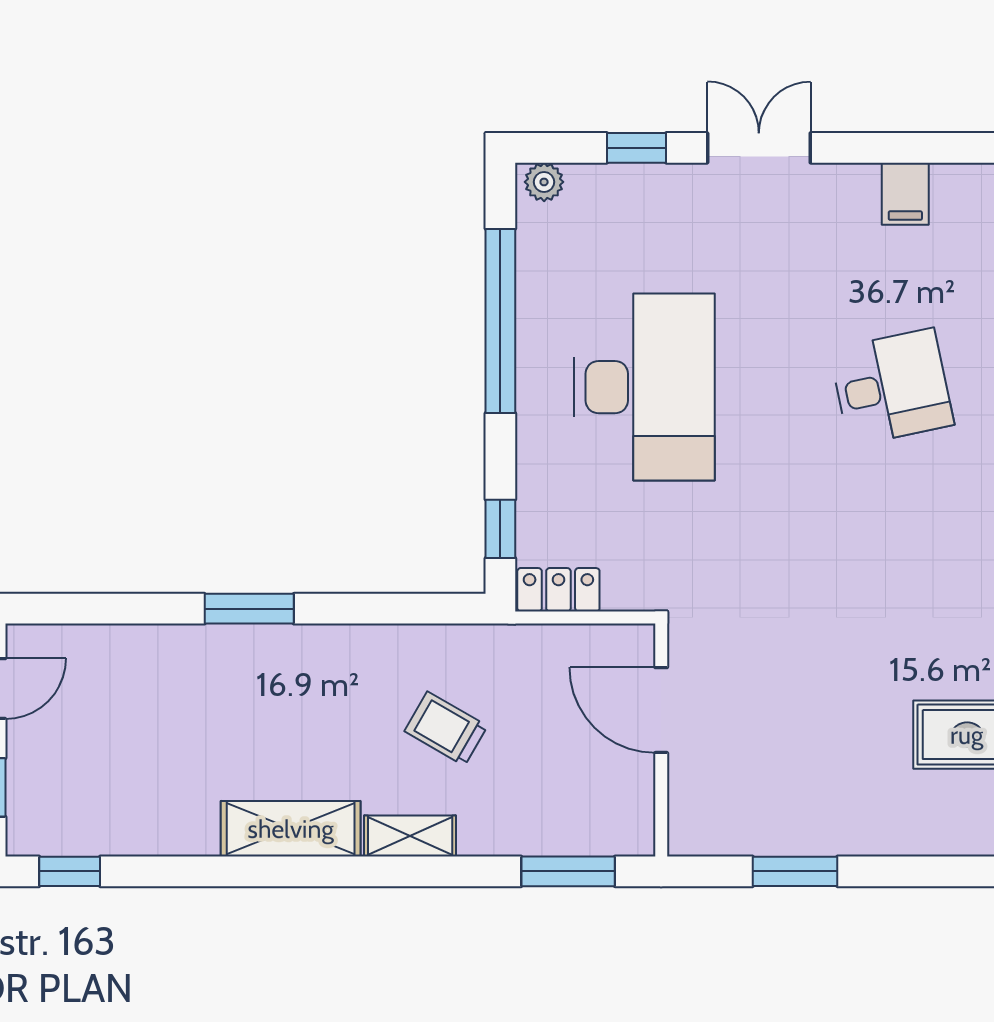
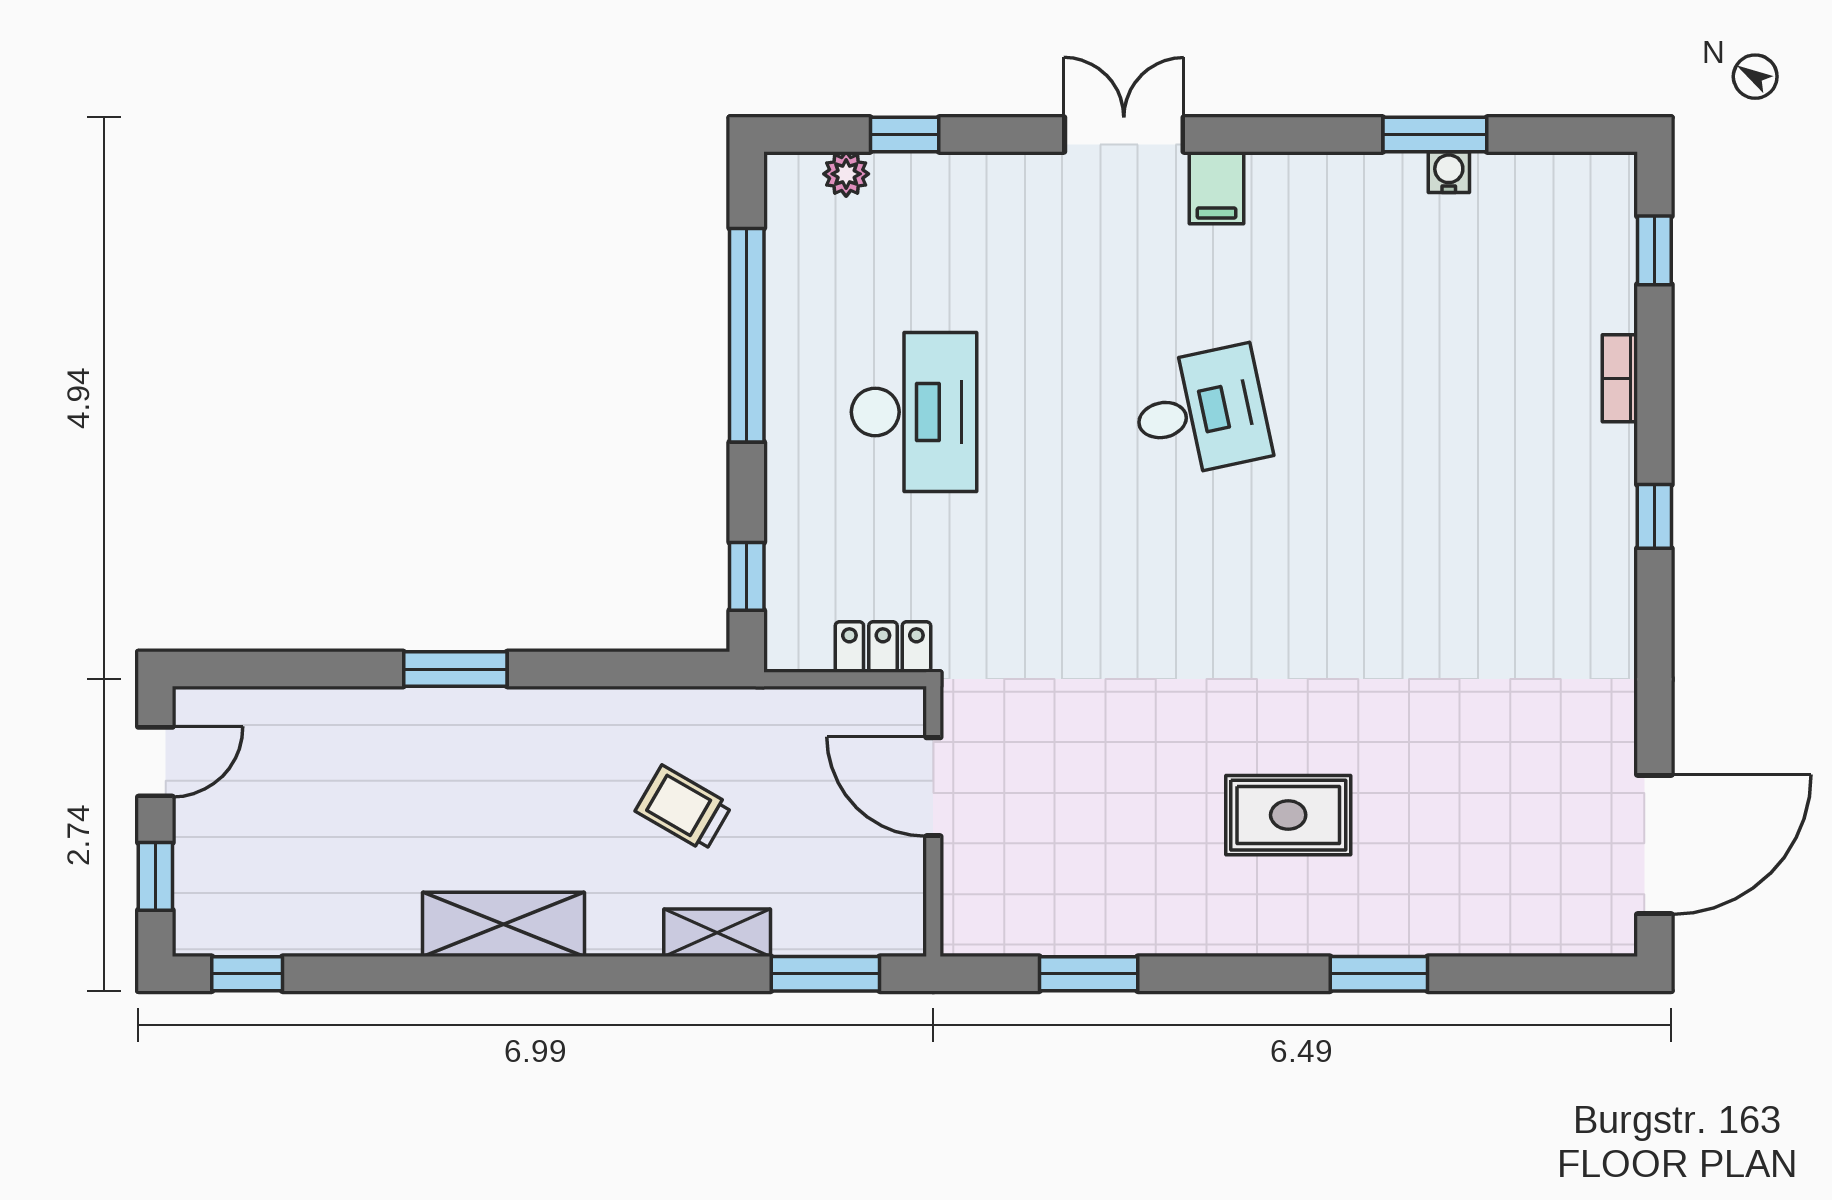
double door: (759, 148) -> (1124, 134), moved
plant: (544, 182) -> (846, 174), moved
desk: (645, 387) -> (914, 412), width x0.73, depth x0.77
locker: (558, 590) -> (883, 647), moved
shelving: (410, 836) -> (717, 933), moved

